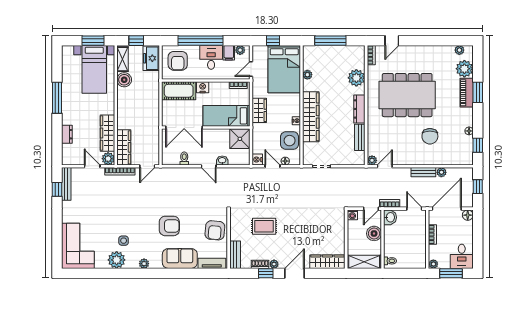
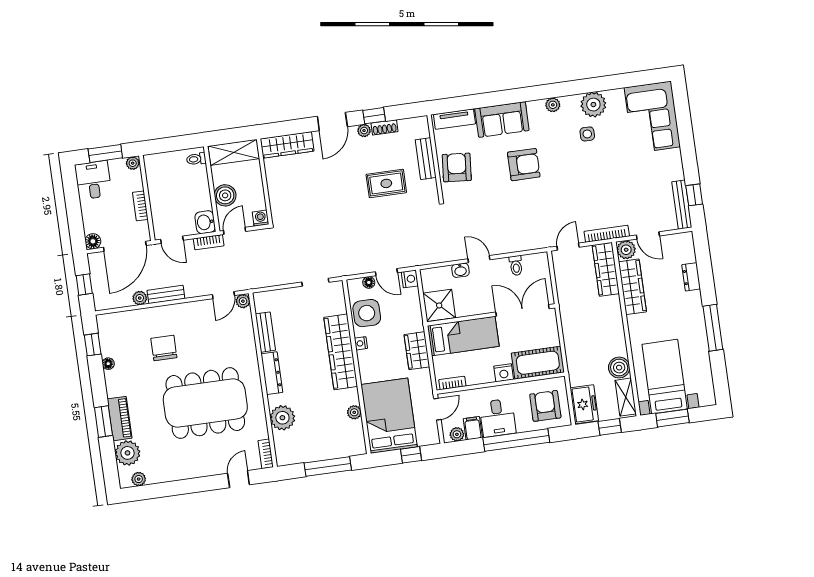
armchair: (169, 226) -> (524, 165), turned 180
bench: (235, 255) -> (426, 159), moved

